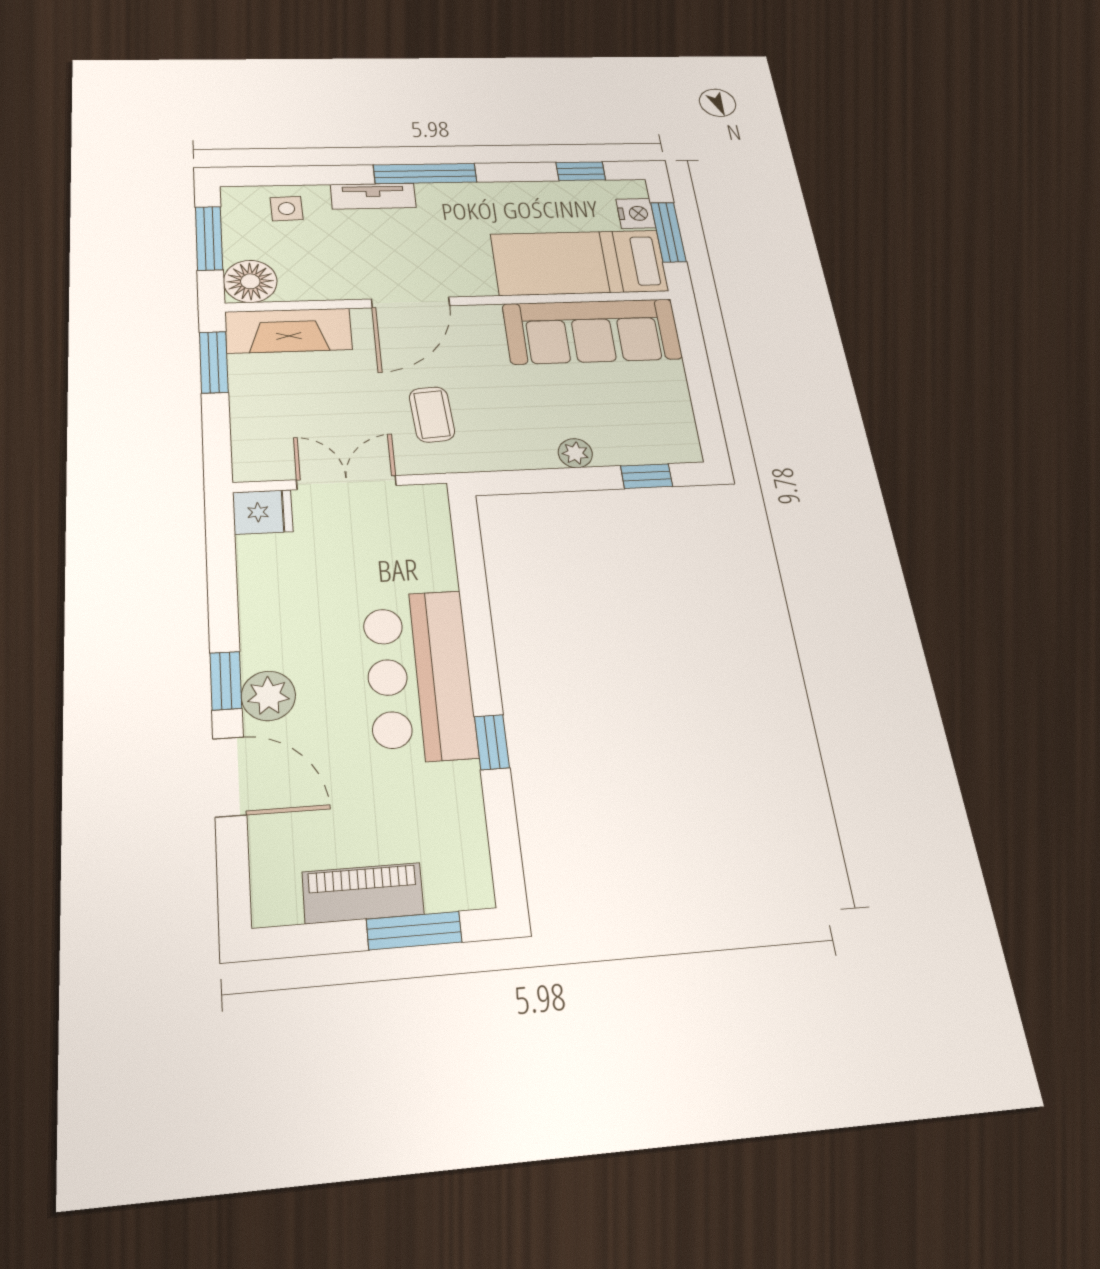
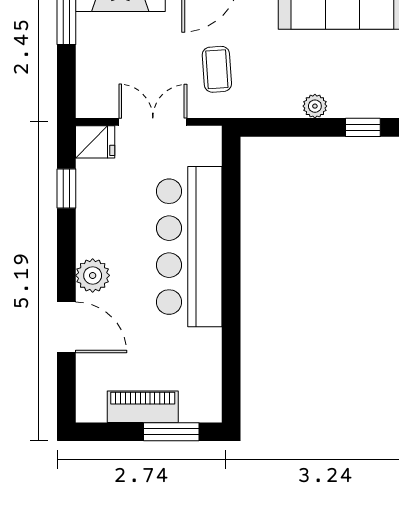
bar counter: (419, 676) -> (189, 247), width x1.36
window: (226, 681) -> (66, 188), moved
window: (492, 742) -> (231, 317), removed

